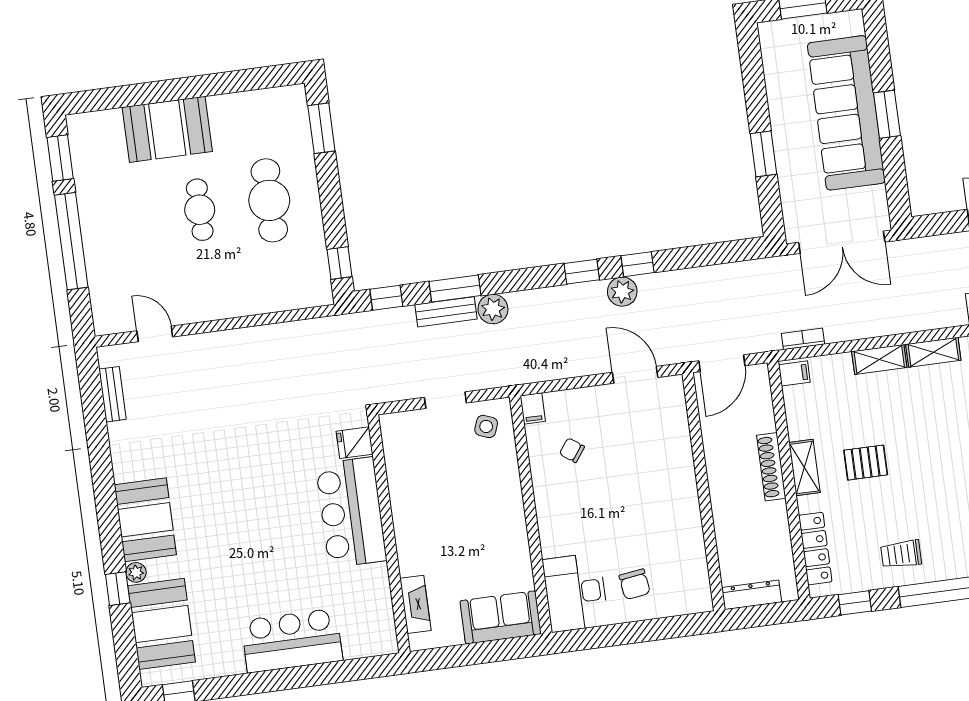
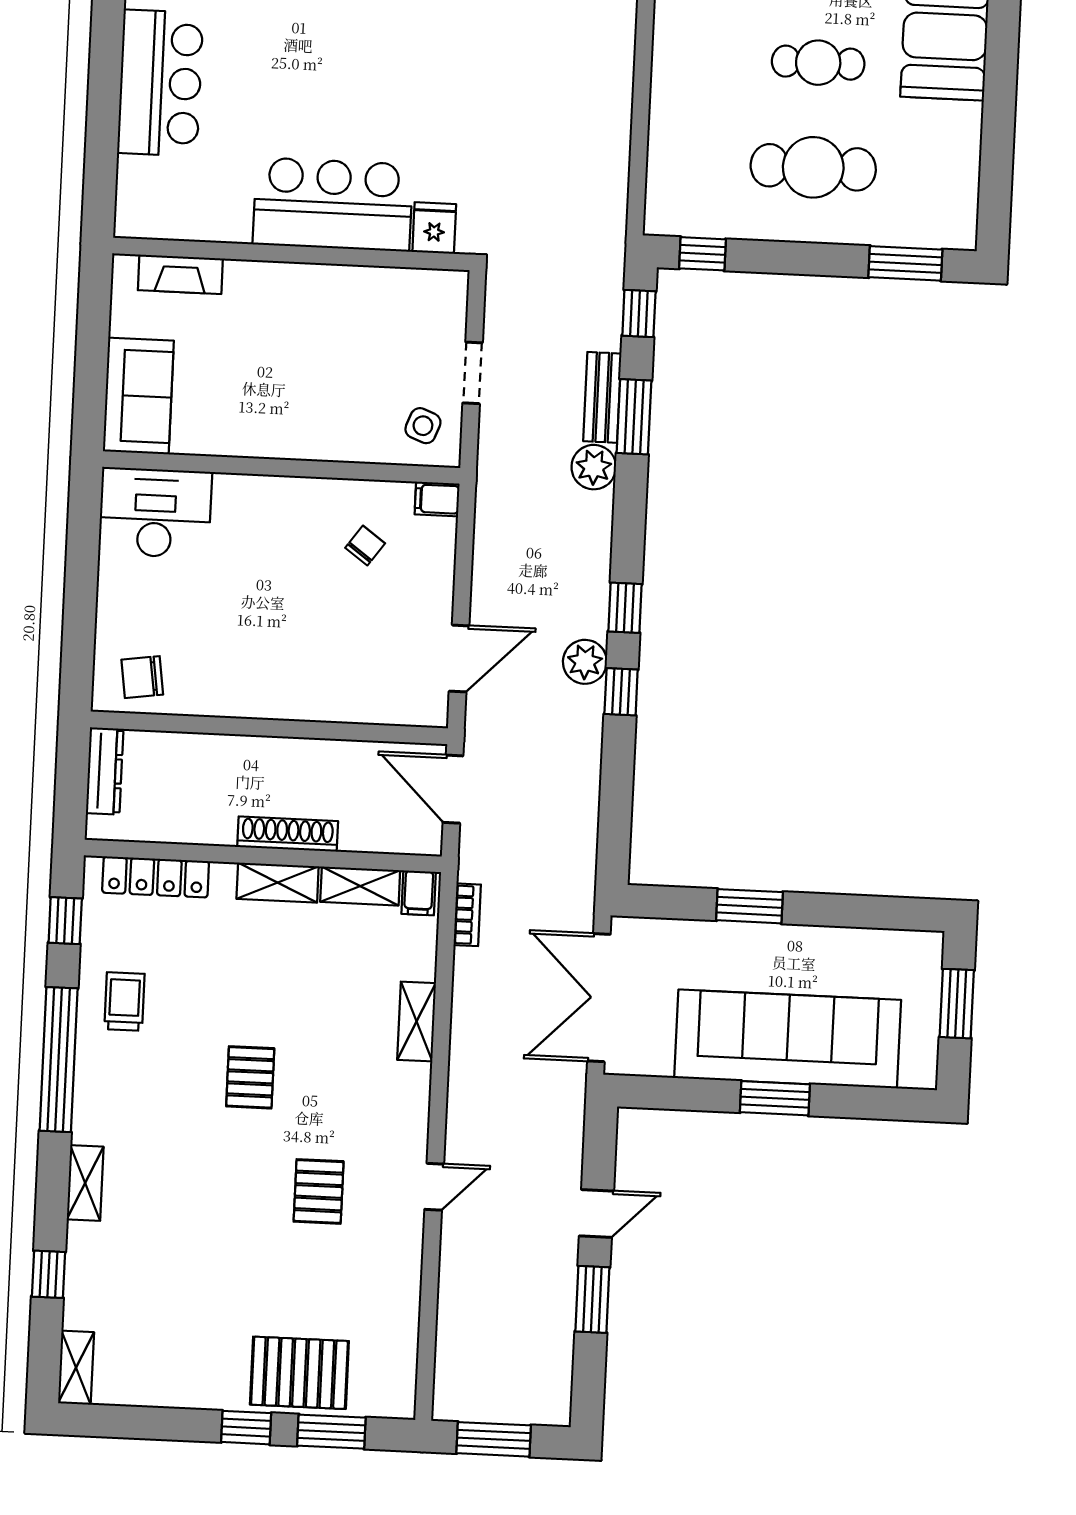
shelving: (933, 352) -> (360, 886), moved, turned 90
pallet: (866, 463) -> (250, 1077), moved
chair: (635, 584) -> (142, 677), moved

